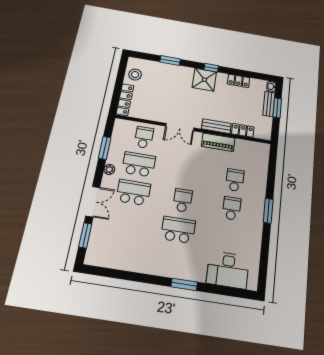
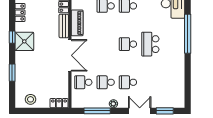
locker: (125, 100) -> (59, 103), width x0.66
double door: (180, 127) -> (70, 55), width x1.37
window: (105, 148) -> (97, 111), width x1.44
school desk: (139, 164) -> (106, 82), width x0.54
school desk: (133, 192) -> (128, 82), width x0.54
window: (184, 284) -> (188, 34), width x2.11

